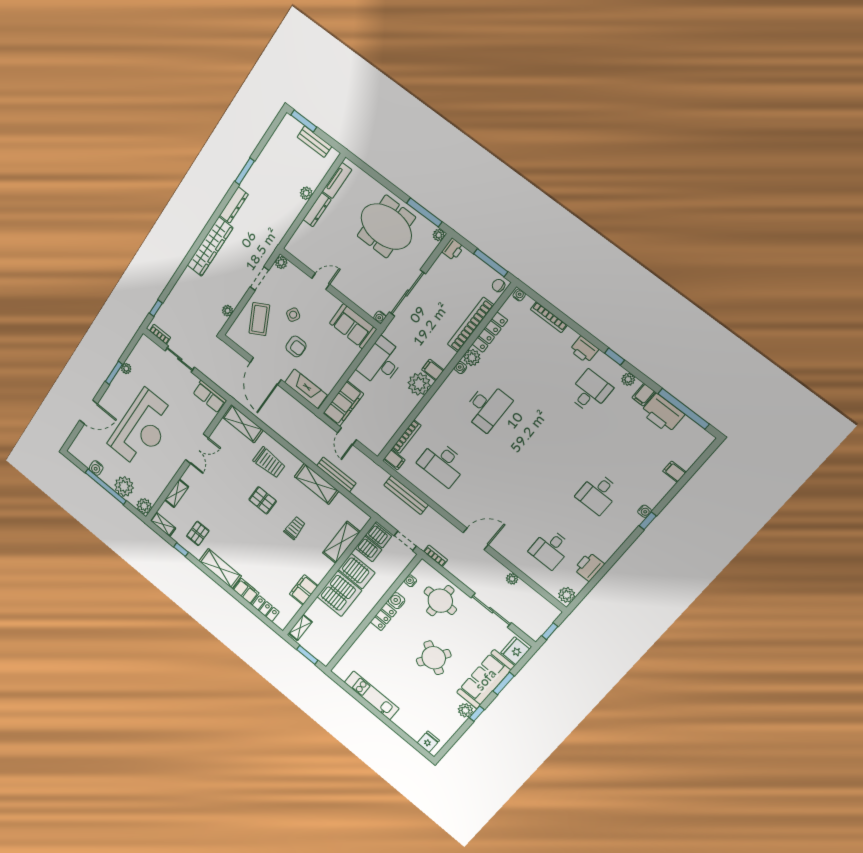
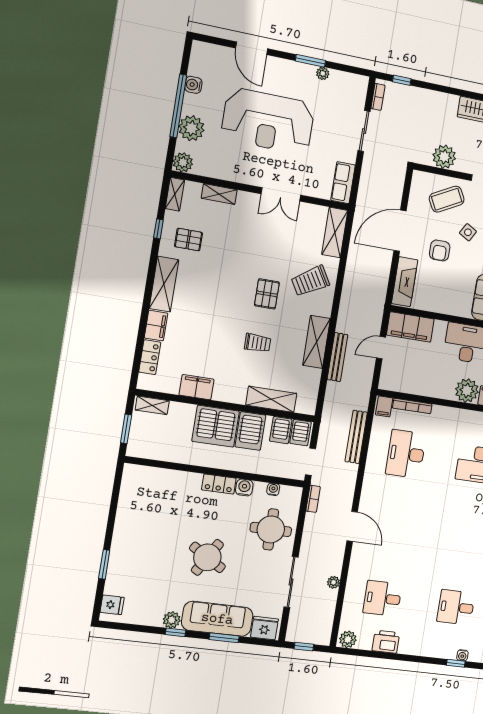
plant: (228, 311) -> (444, 157), width x1.88, depth x1.88
trolley: (269, 463) -> (310, 281), turned 59
kitchen unit: (372, 695) -> (125, 520), removed
window: (395, 728) -> (104, 564), added

